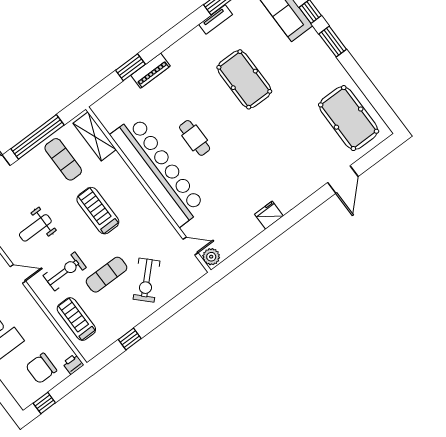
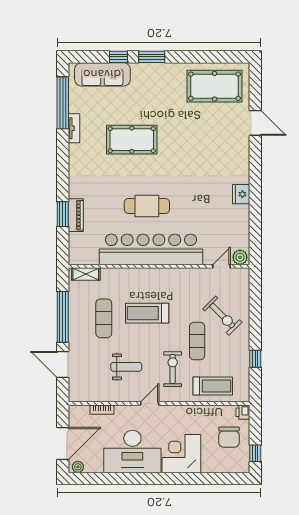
piano: (150, 71) -> (76, 215), moved
shelving: (95, 136) -> (86, 274), width x0.67, depth x0.75
cafe table: (195, 138) -> (147, 206), width x1.37, depth x1.35
exercise mat: (63, 159) -> (104, 318), moved, turned 90
weight bench: (35, 228) -> (126, 367), turned -90
treadmill: (76, 319) -> (213, 386), turned 180

